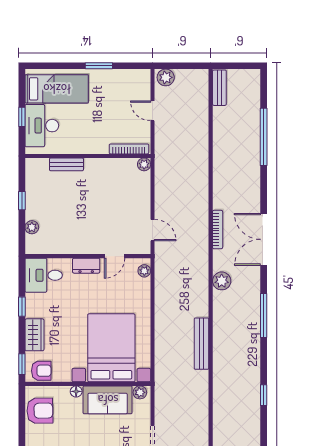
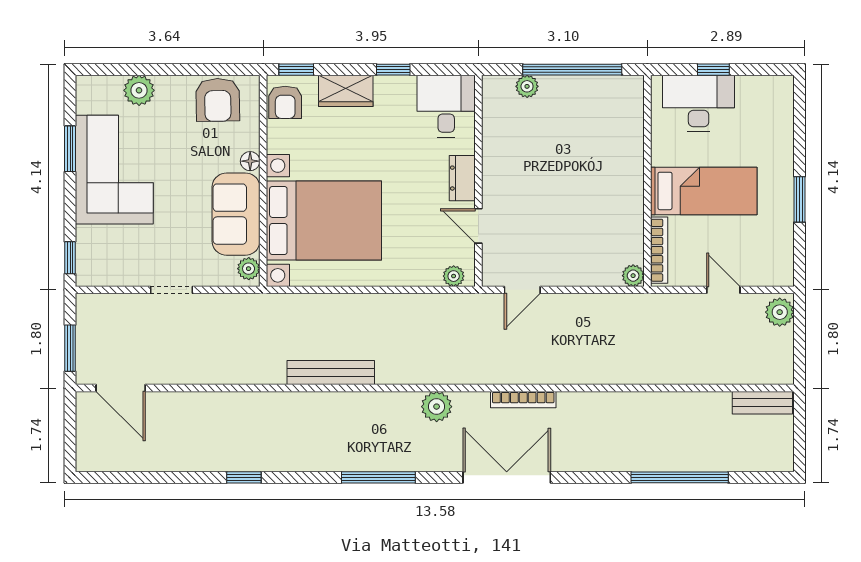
bed: (57, 89) -> (704, 191), moved, turned -90
door: (152, 111) -> (723, 290), hinge flipped
bench: (66, 164) -> (633, 145), removed
window: (22, 201) -> (572, 70), width x3.17

